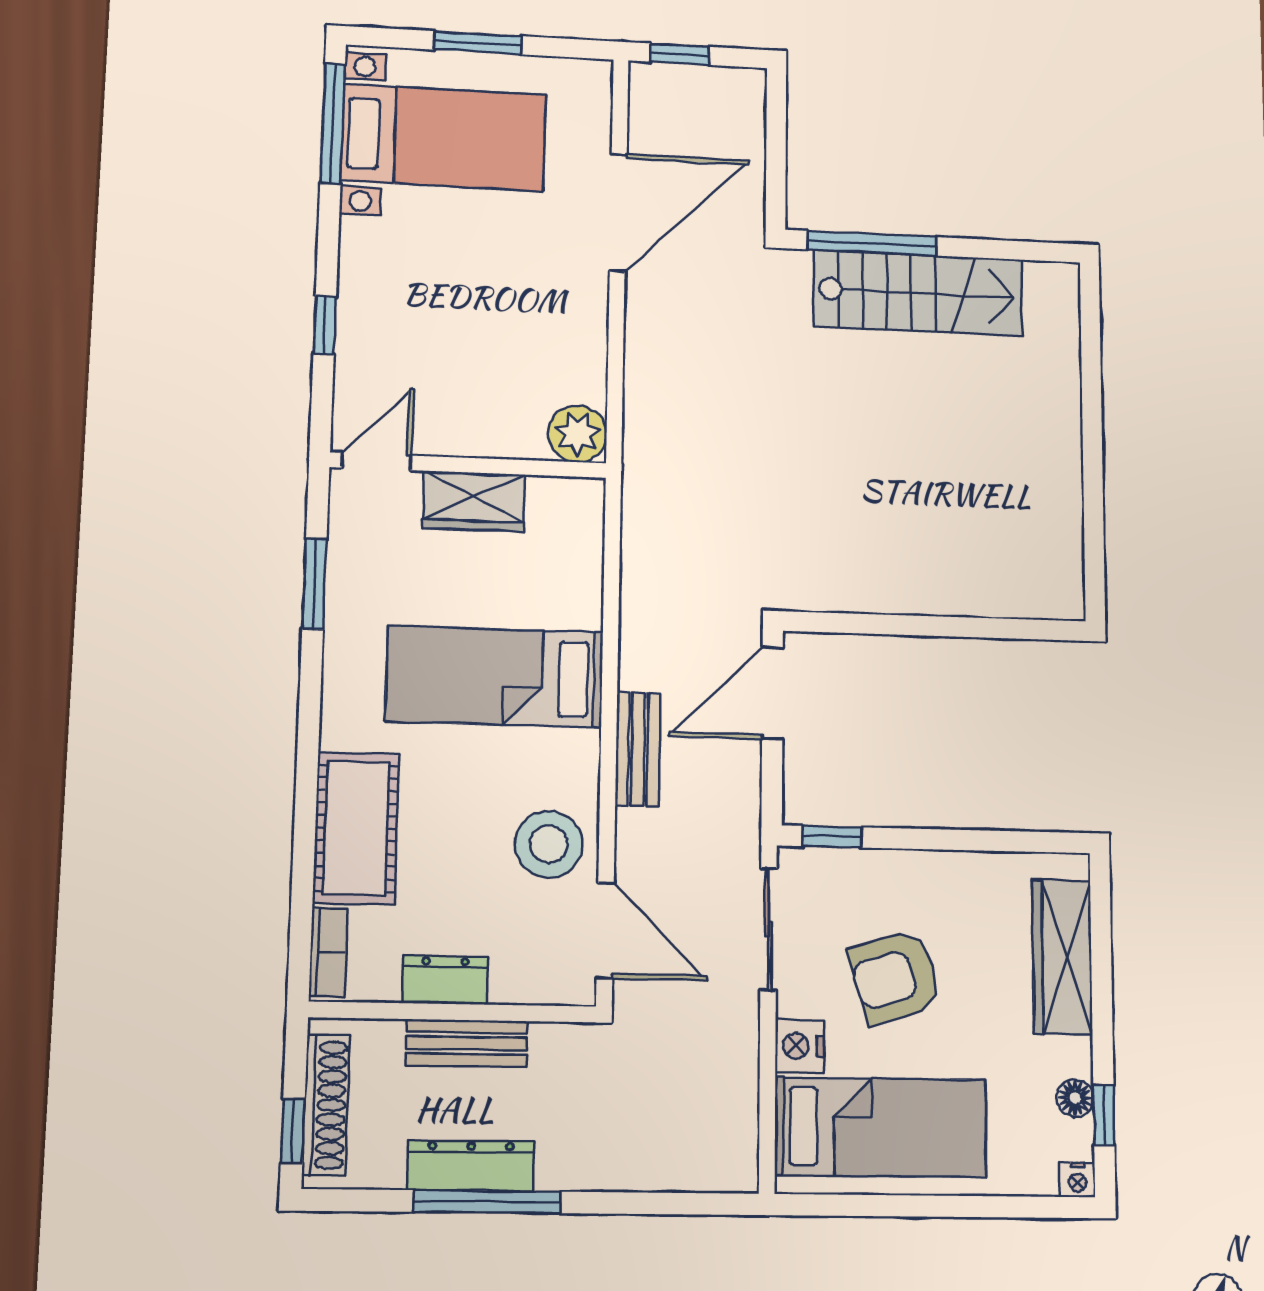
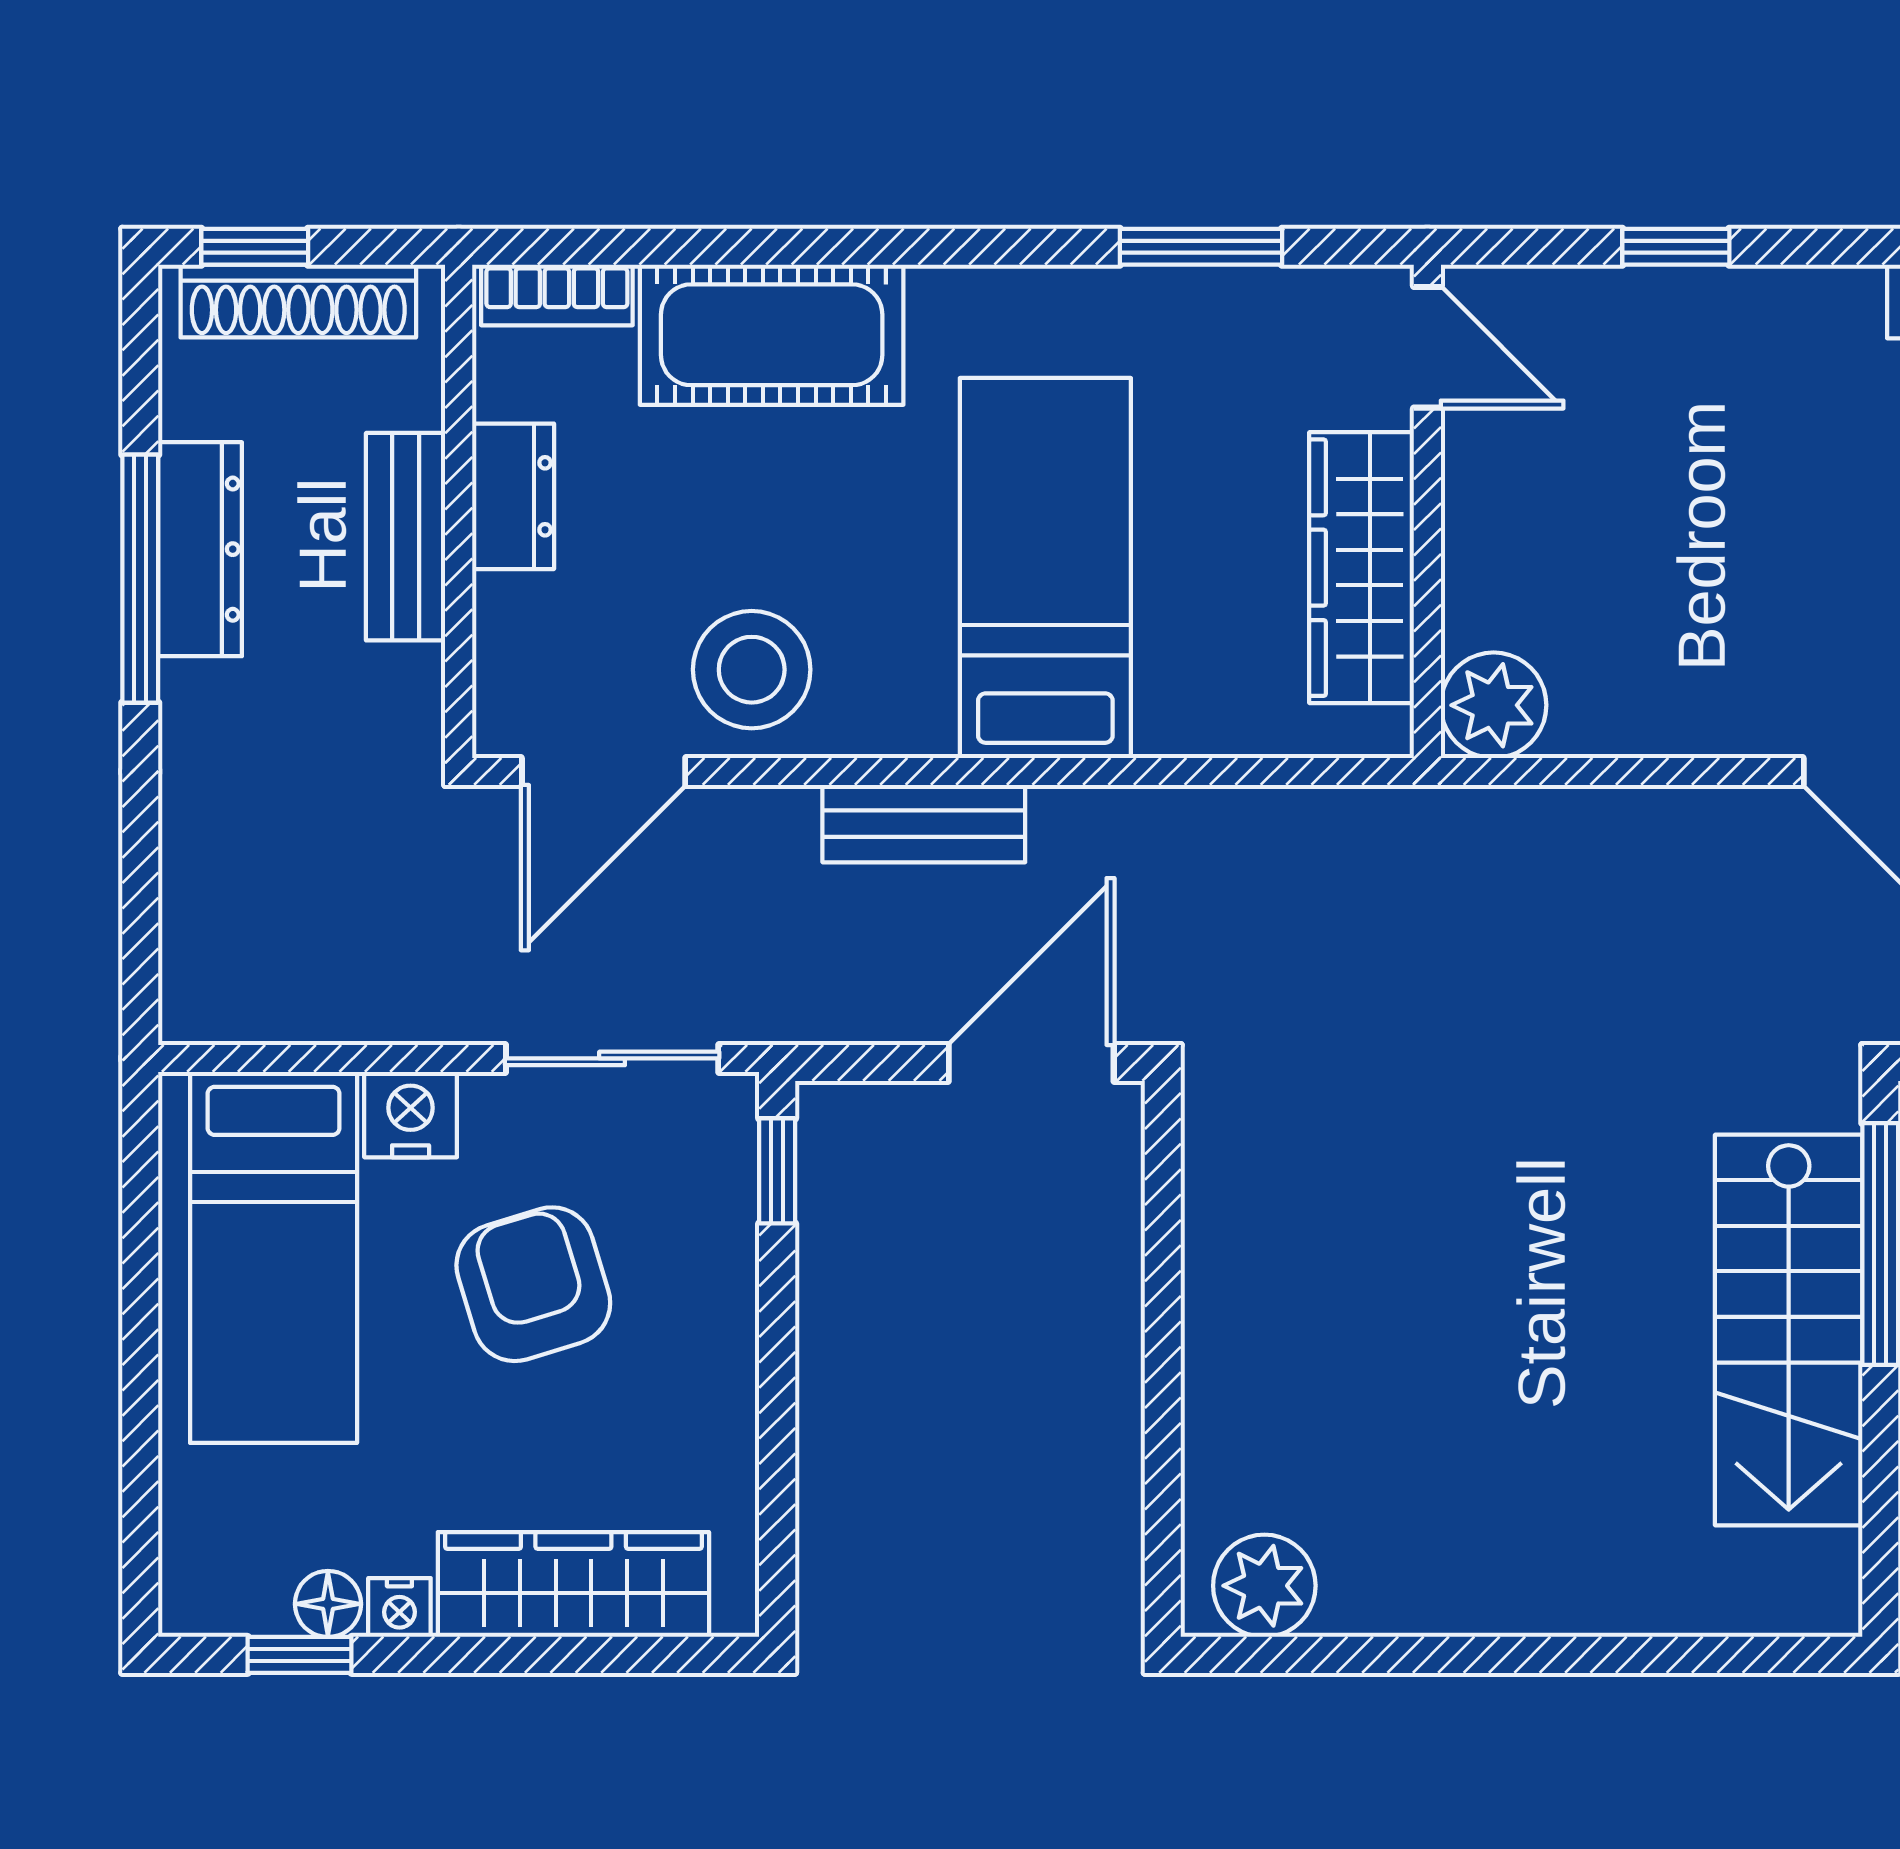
wardrobe: (474, 501) -> (1362, 568), width x1.50
plant: (1058, 575) -> (1264, 1586), added
door: (773, 693) -> (1031, 1063), hinge flipped
nightstand: (1077, 1180) -> (399, 1608), moved, turned -90

